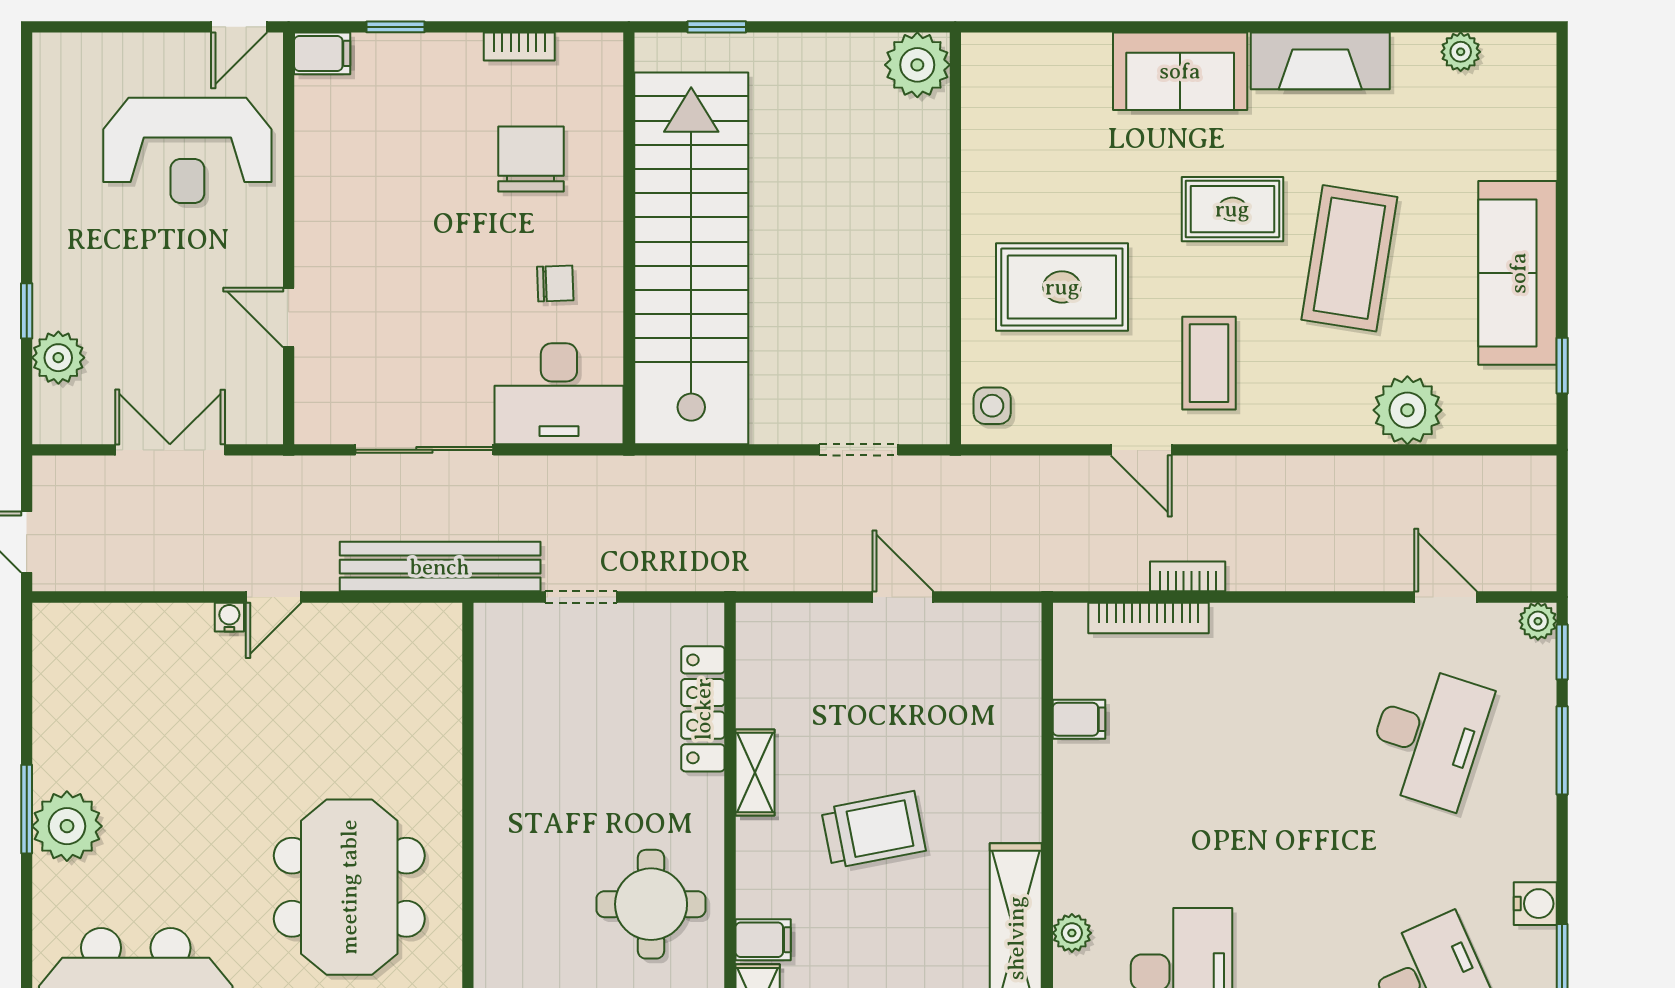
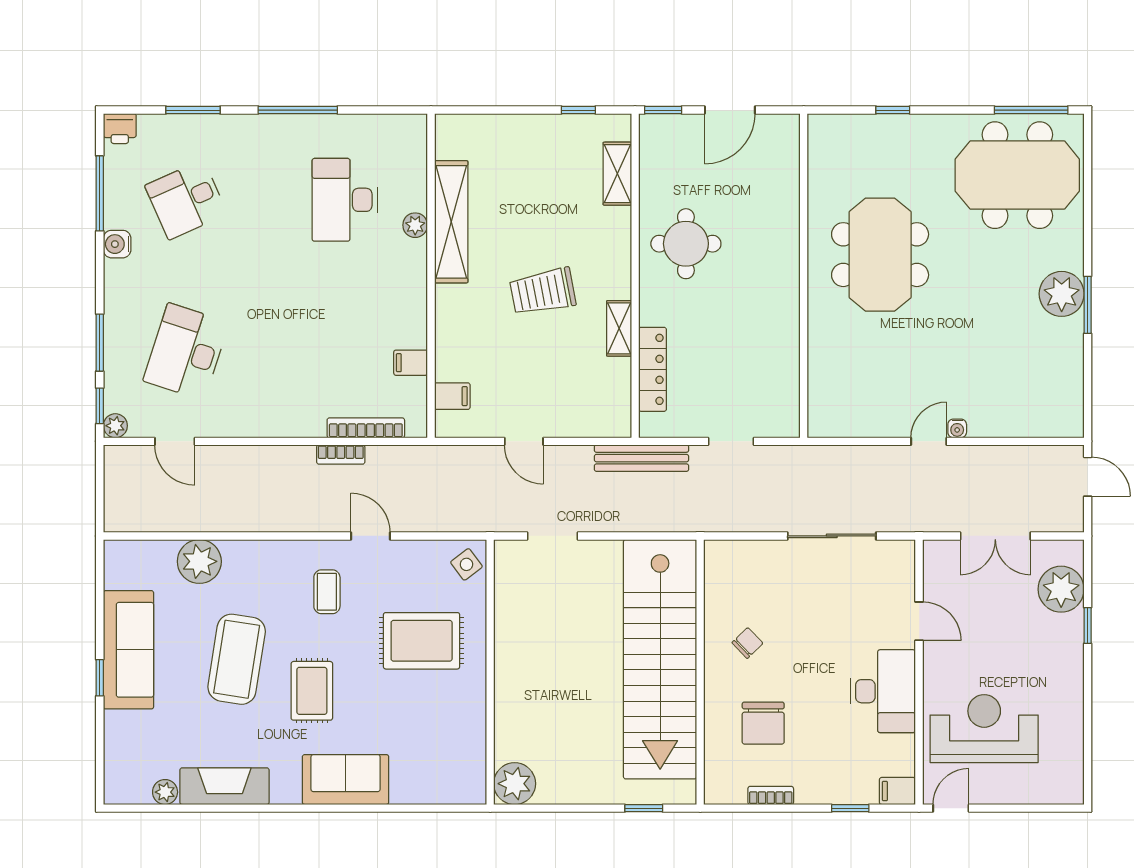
fireplace: (1320, 61) -> (224, 786), moved
rug: (1232, 209) -> (312, 691), turned 90
chair: (555, 284) -> (748, 643), turned 138
plant: (58, 358) -> (1061, 589), width x1.36, depth x1.36
coffee table: (1209, 363) -> (327, 592), width x0.73, depth x0.77
window: (1562, 366) -> (100, 678), moved
desk: (559, 394) -> (883, 691), moved, turned 90
side table: (992, 406) -> (466, 564), turned -37
bench: (440, 567) -> (641, 458), moved, width x0.73, depth x0.82
filing cabinet: (763, 940) -> (452, 396), moved, turned 180

